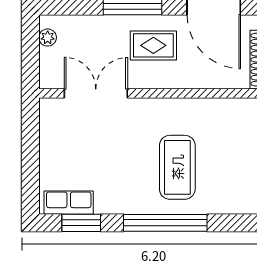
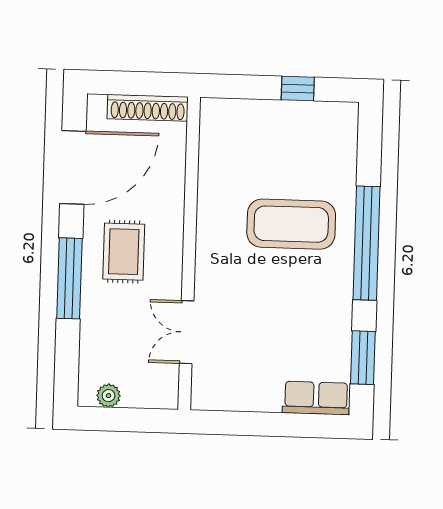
double door: (96, 93) -> (187, 332), width x0.73
row of seats: (69, 203) -> (316, 398), moved, turned 90

